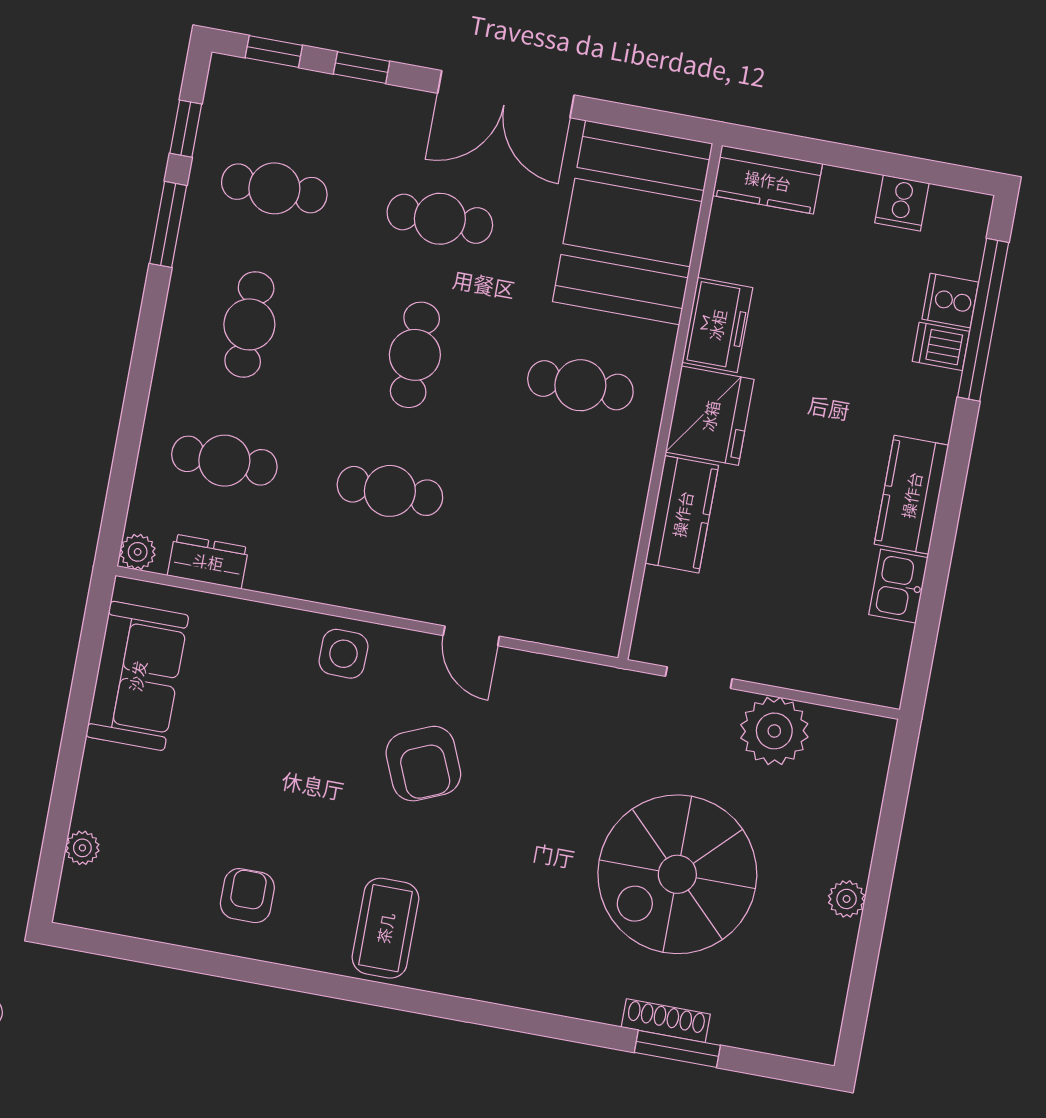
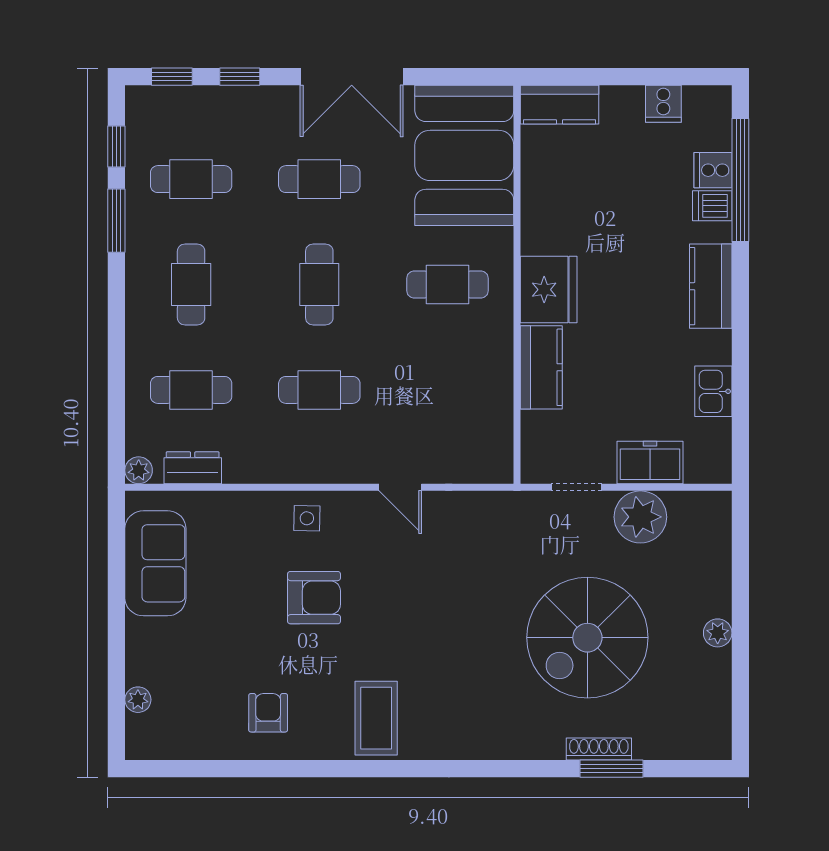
freezer: (717, 325) -> (650, 463), moved, turned -90
kitchen counter: (911, 495) -> (711, 286), moved
side table: (343, 654) -> (307, 518), width x0.73, depth x0.73
armchair: (423, 764) -> (314, 598), moved, turned -67

